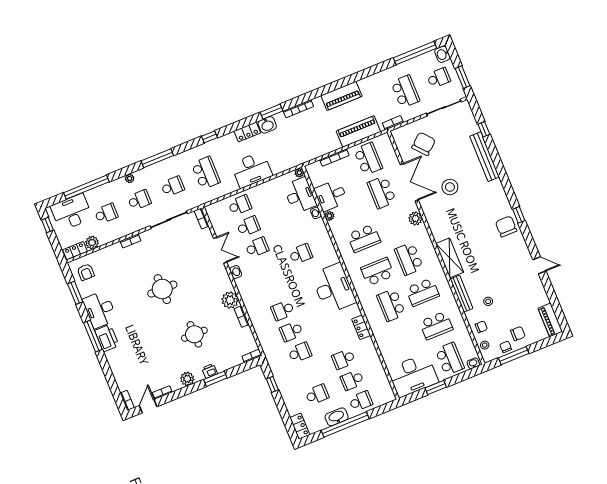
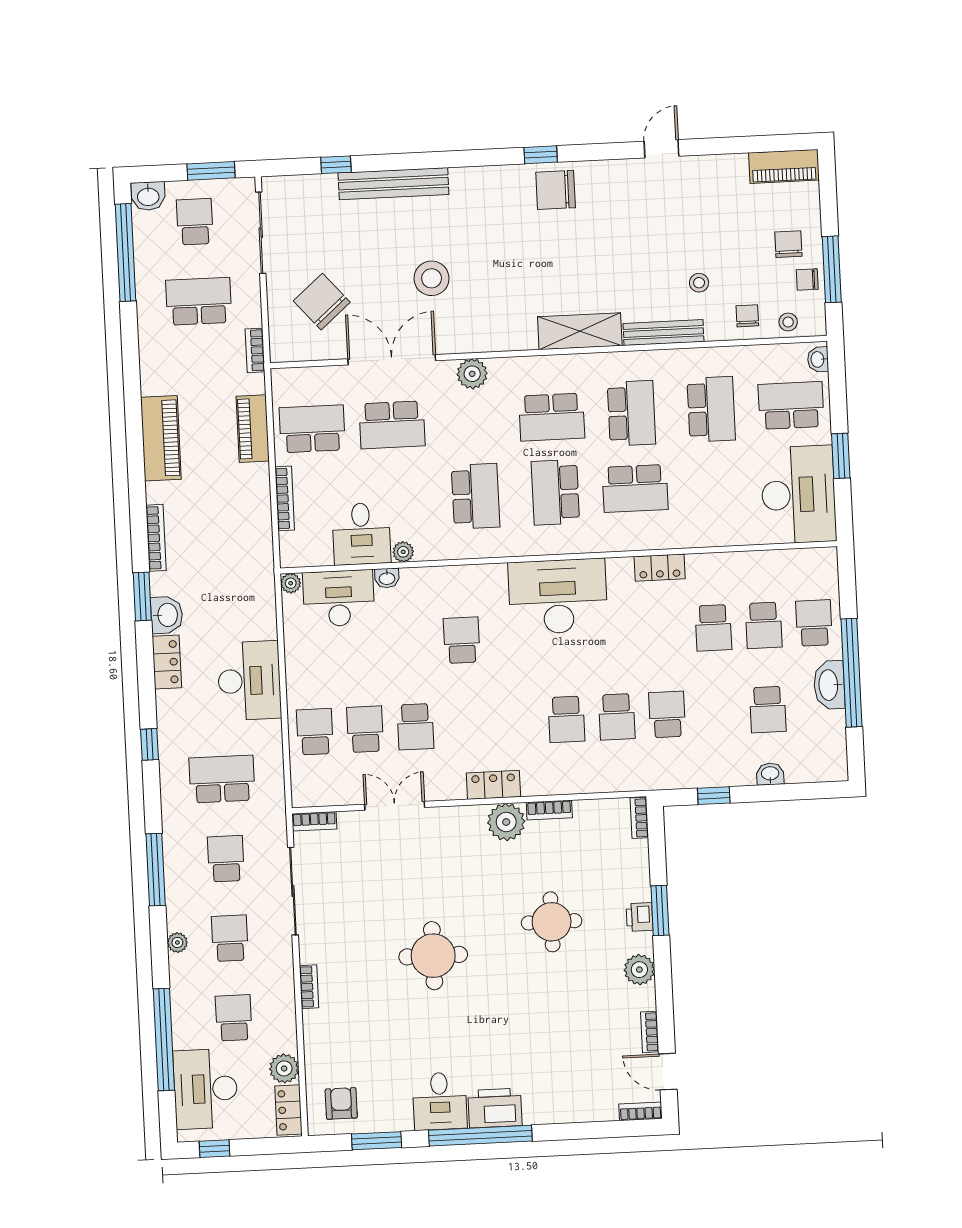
piano: (358, 131) -> (253, 429), width x0.73, depth x0.75
school desk: (257, 247) -> (415, 727), turned 180
armchair: (86, 272) -> (341, 1103), turned -90
washbasin: (236, 272) -> (770, 774), moved
desk: (100, 310) -> (440, 1101), width x0.73
window: (93, 336) -> (480, 1136), width x1.46
school desk: (317, 394) -> (768, 710), turned 180
locker: (300, 426) -> (493, 785), moved

